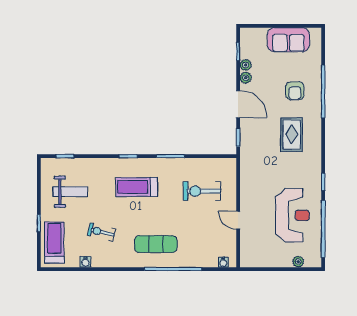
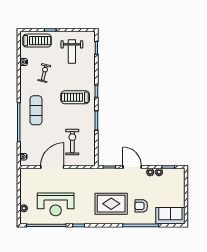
sofa: (288, 40) -> (170, 216), moved, turned 90
door: (238, 104) -> (132, 167), swing flipped
rug: (292, 135) -> (111, 204), width x1.36, depth x1.43
treadmill: (137, 187) -> (75, 97), turned -90
door: (238, 220) -> (52, 167), width x1.88

